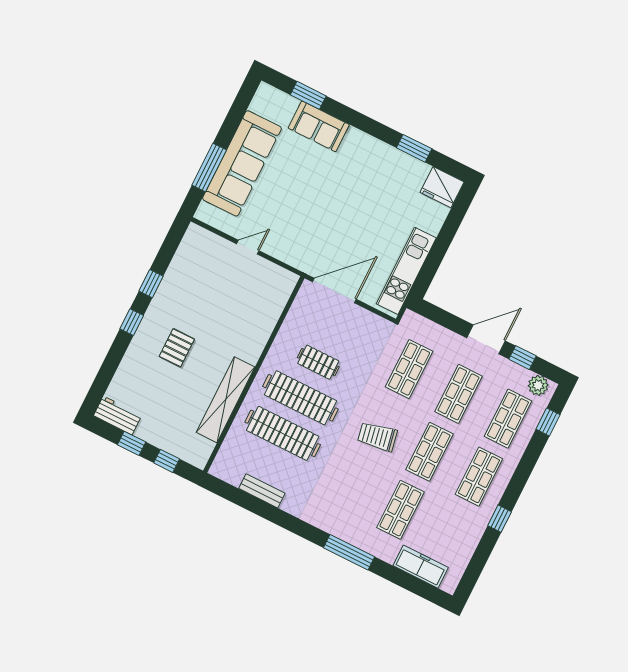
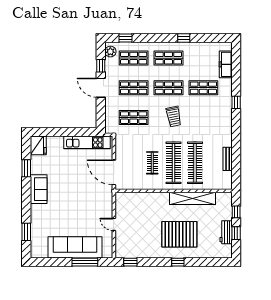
sofa: (319, 126) -> (39, 189), moved
window: (151, 284) -> (130, 262), moved
pallet: (177, 348) -> (179, 234), width x2.05, depth x2.00
workbench: (118, 415) -> (226, 232), moved
window: (349, 552) -> (236, 102), width x0.46

